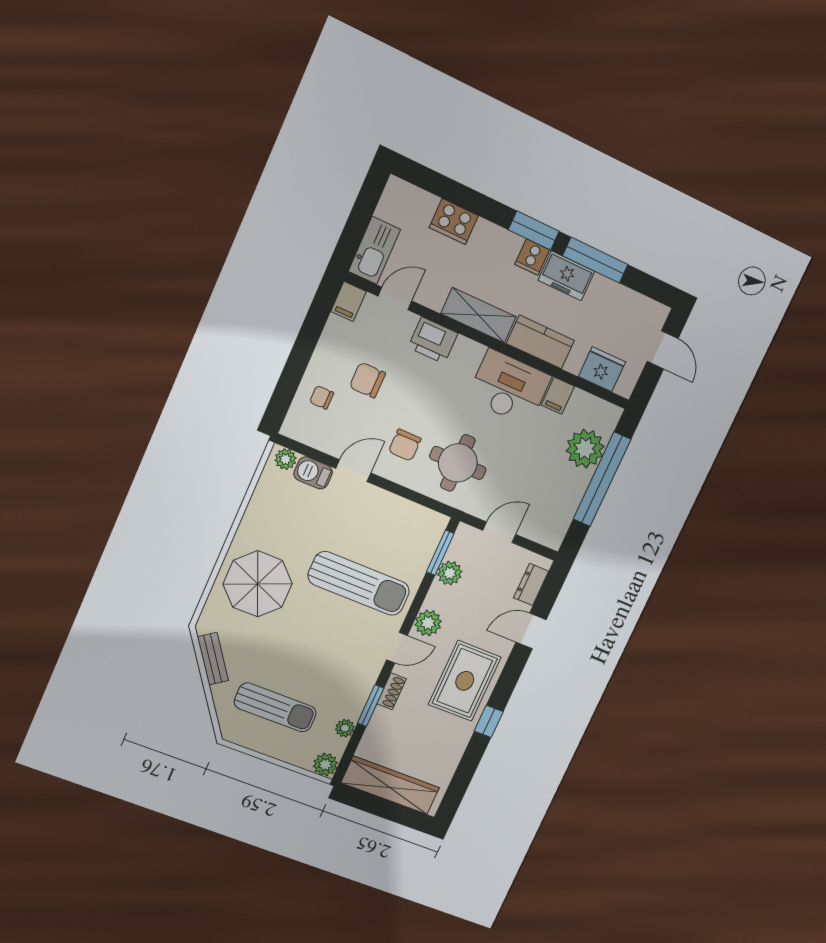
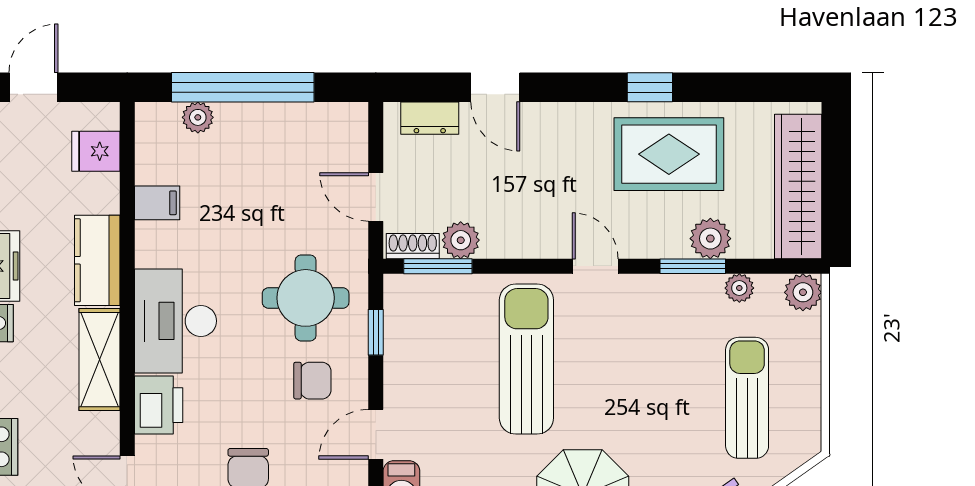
fridge: (602, 369) -> (96, 151), width x0.72
desk: (509, 388) -> (175, 321), moved
plant: (585, 449) -> (198, 117), width x0.53, depth x0.53
door: (353, 471) -> (376, 434), hinge flipped
window: (417, 498) -> (376, 332), added
plant: (428, 623) -> (710, 239), moved
rug: (465, 681) -> (669, 154), moved
shoe rack: (391, 691) -> (413, 246), moved

